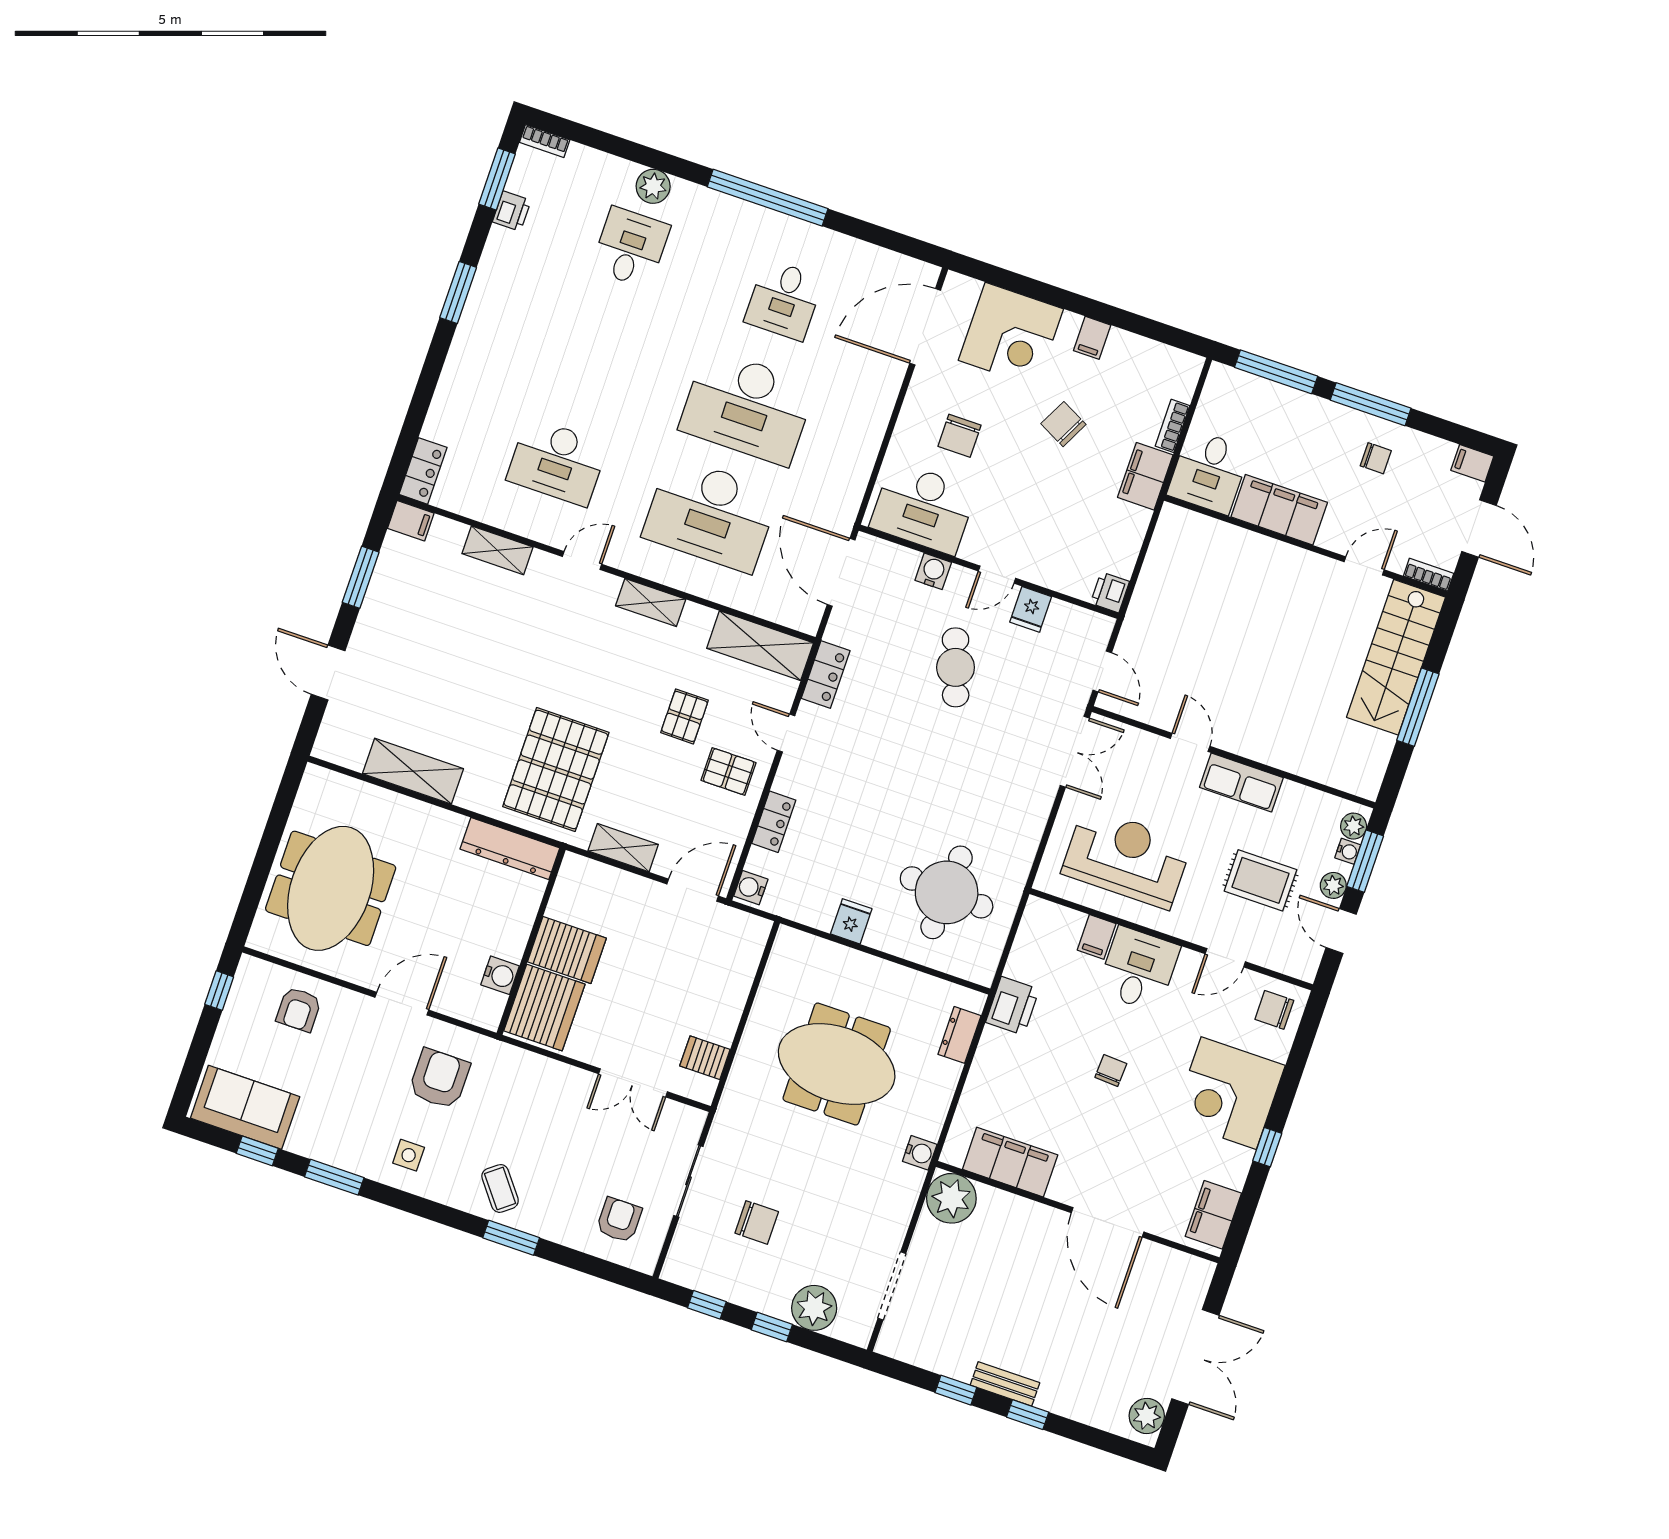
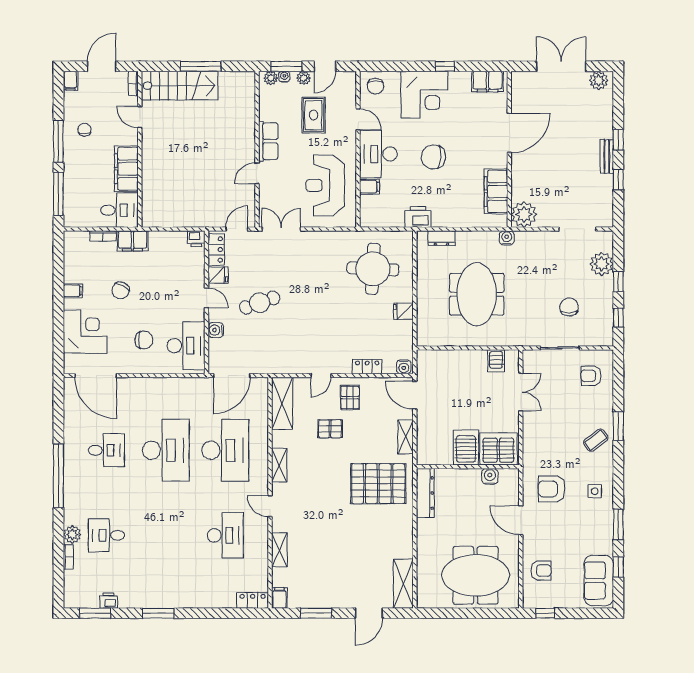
bookcase: (545, 141) -> (68, 557), moved
locker: (826, 675) -> (216, 250), moved, turned 90
shelving: (413, 771) -> (403, 584), moved
desk: (1138, 969) -> (378, 154), width x1.37
chair: (1111, 1071) -> (433, 157), width x1.87, depth x1.87

